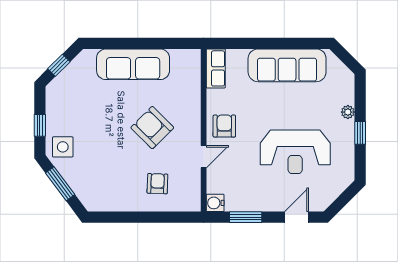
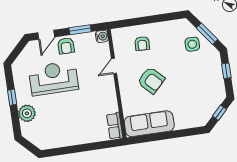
sofa: (133, 64) -> (149, 124), moved
sofa: (287, 65) -> (67, 135), removed
plant: (348, 112) -> (27, 113), width x1.87, depth x1.87
armchair: (224, 126) -> (66, 46), moved
side table: (63, 147) -> (192, 44), moved

